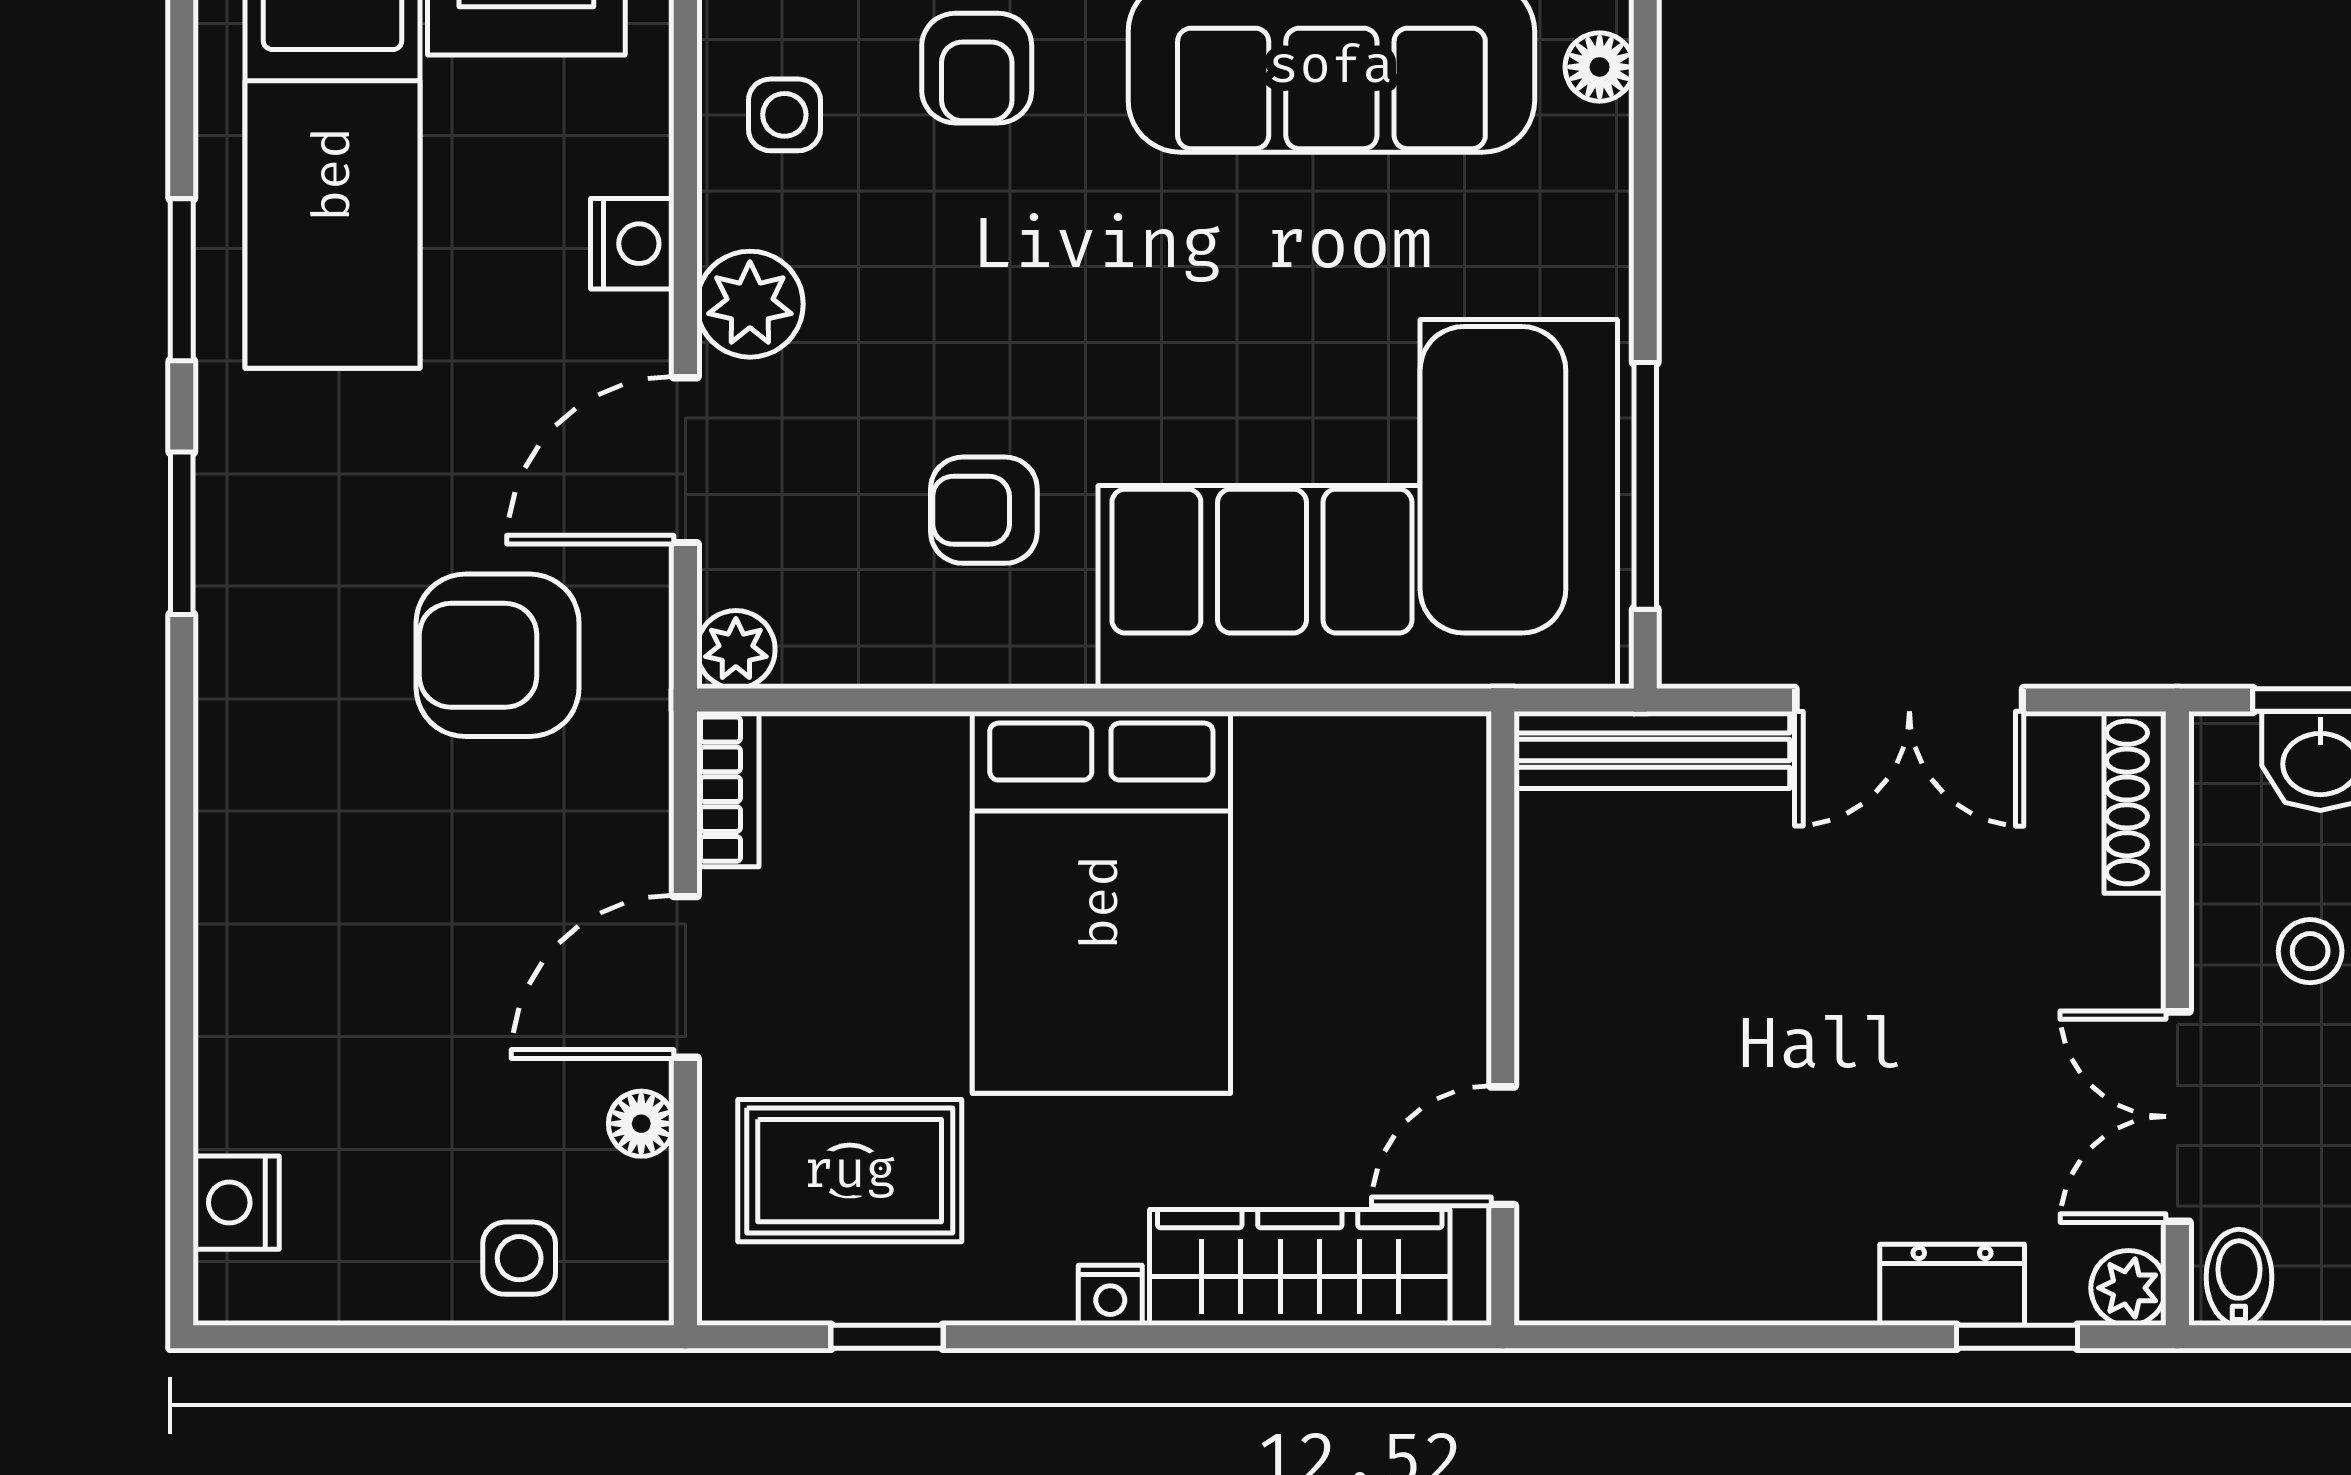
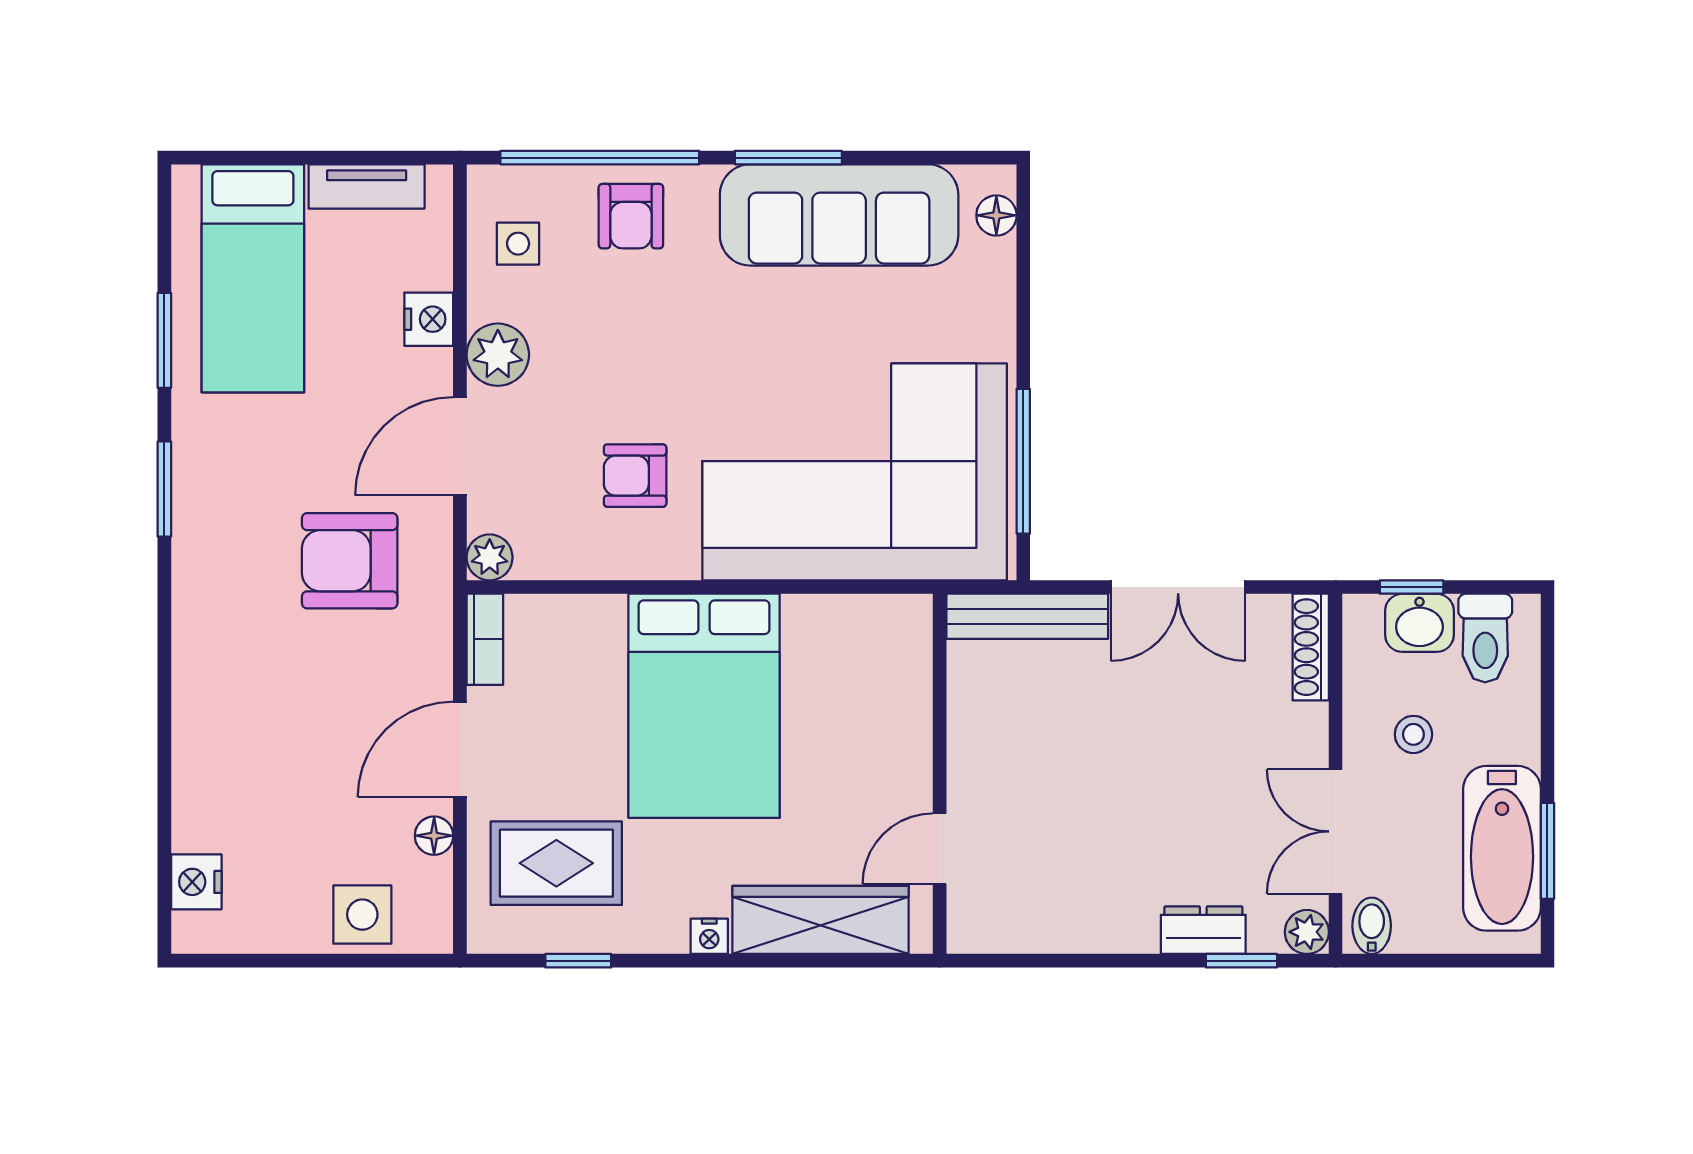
side table: (519, 1258) -> (362, 915), width x1.37, depth x1.37

